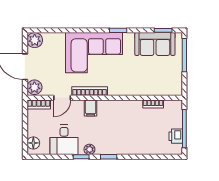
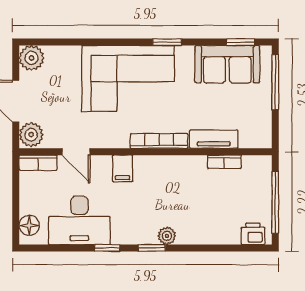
tv unit: (147, 90) -> (214, 139), added
bookcase: (90, 91) -> (159, 141), moved
door: (62, 98) -> (76, 152), hinge flipped
printer: (176, 136) -> (253, 234), moved, turned 90
desk: (64, 140) -> (79, 220), width x1.37
plant: (89, 149) -> (167, 236), moved

